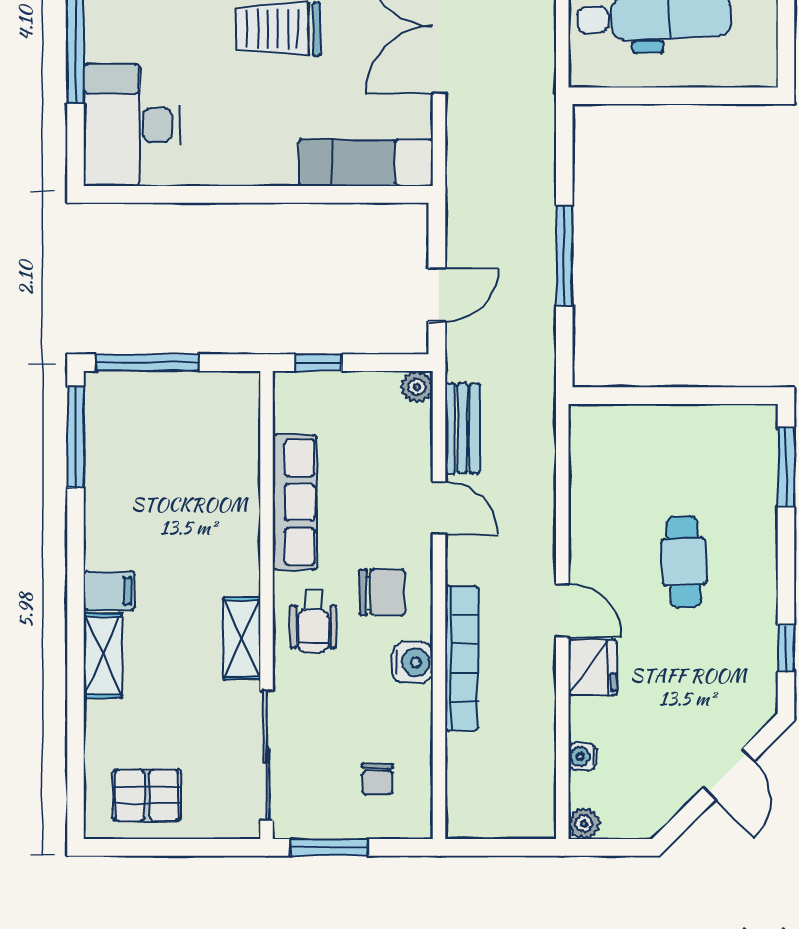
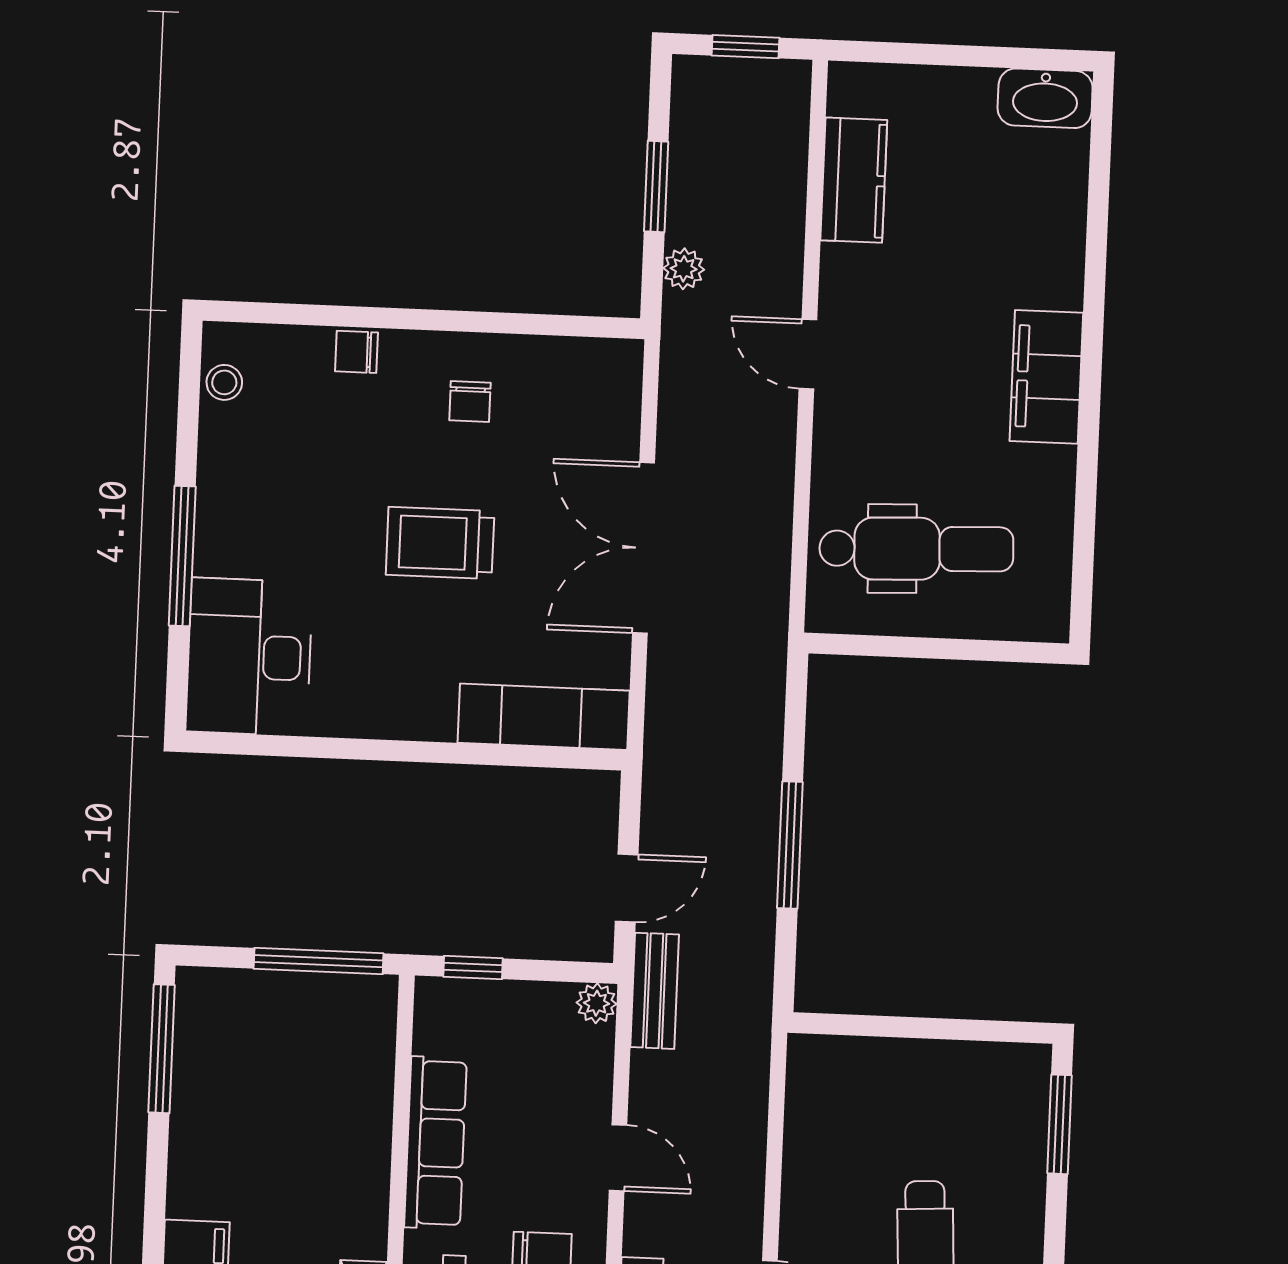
window: (148, 363) -> (319, 961), moved
bench: (462, 428) -> (655, 991), moved

